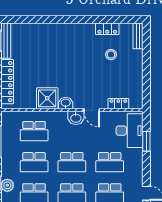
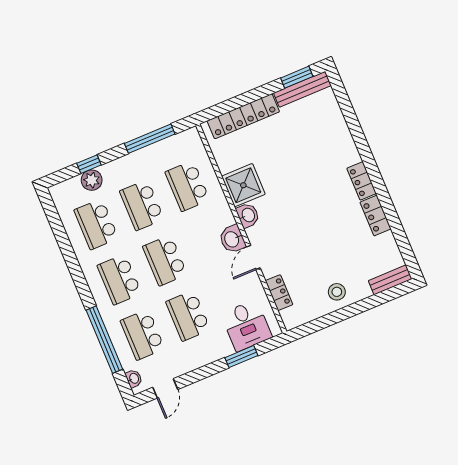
locker: (73, 28) -> (362, 181), added
locker: (107, 29) -> (376, 216), moved
stool: (111, 55) -> (337, 292), moved
desk: (130, 131) -> (246, 325), width x0.73

